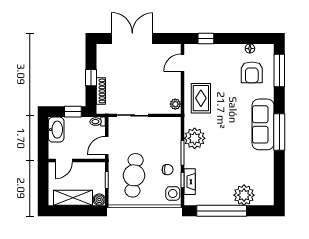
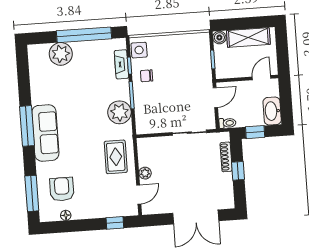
plant: (175, 104) -> (145, 173), moved
cafe table: (134, 175) -> (183, 67), removed

